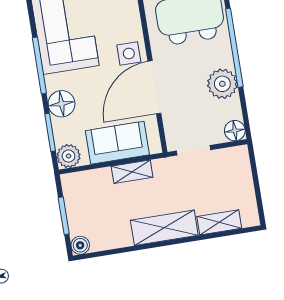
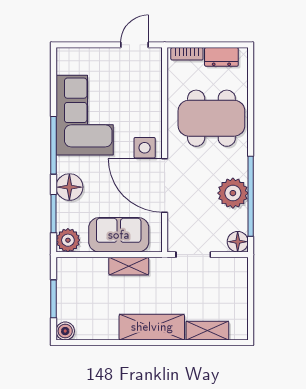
window: (234, 48) -> (251, 196), moved
door: (154, 87) -> (165, 185), hinge flipped

